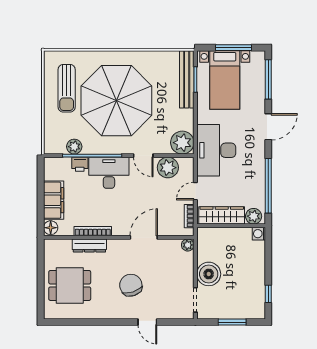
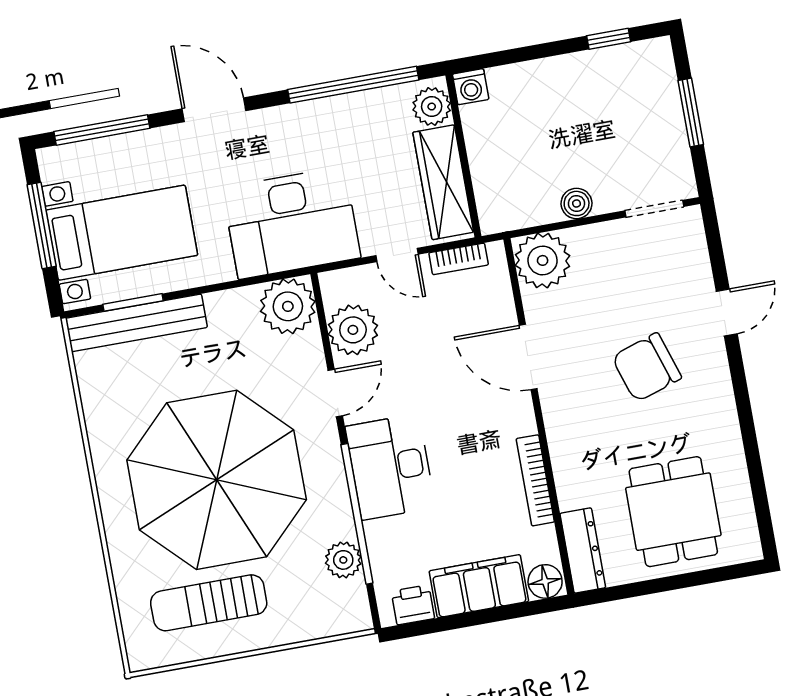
sun lounger: (67, 88) -> (209, 603), turned 180
printer: (80, 164) -> (413, 605), moved, turned -90
dresser: (89, 245) -> (583, 551), moved
plant: (188, 245) -> (543, 260), width x1.87, depth x1.87
boiler: (209, 274) -> (577, 203), width x0.54, depth x0.54

